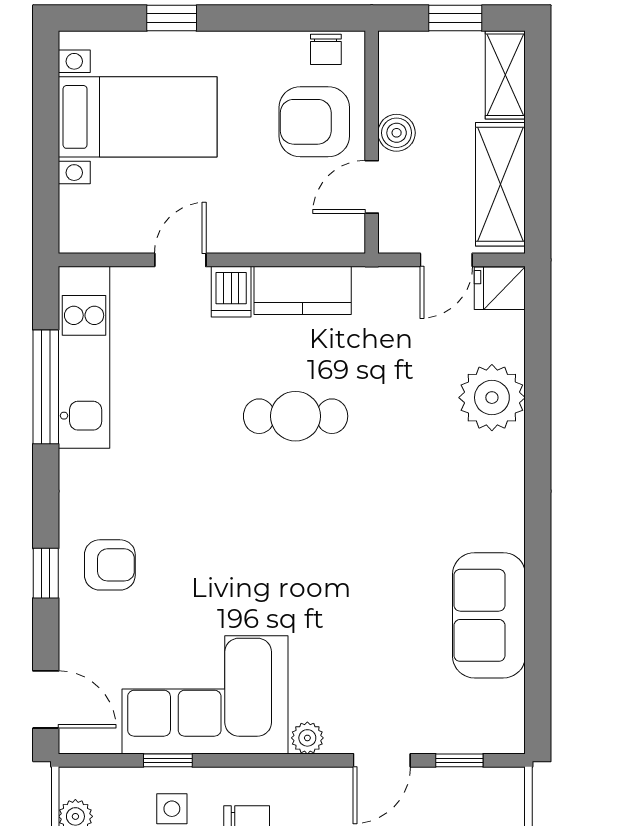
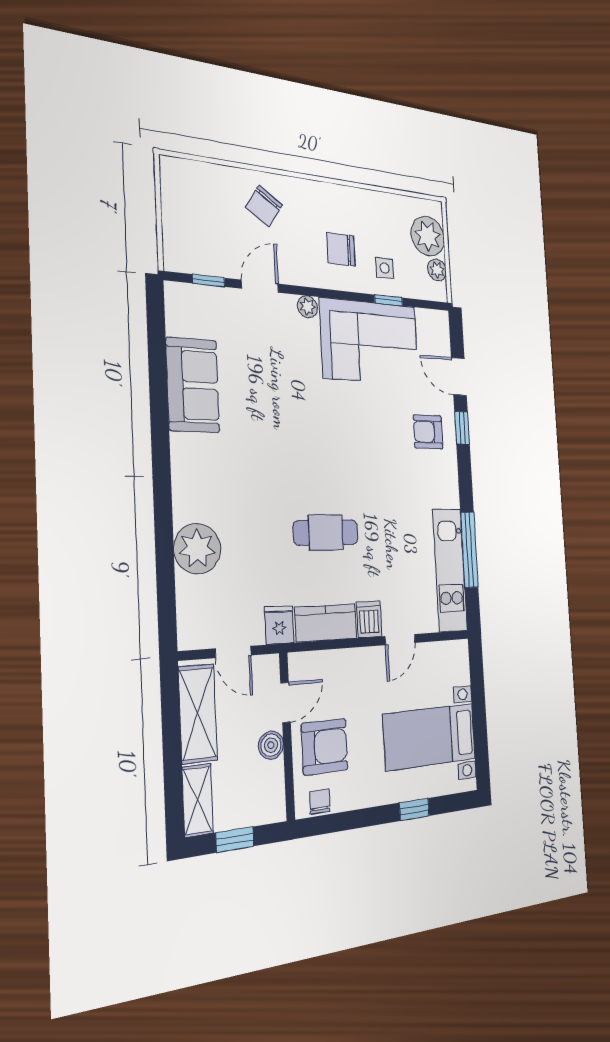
door: (446, 260) -> (233, 652), swing flipped
fridge: (500, 288) -> (279, 625), moved, turned -90
door: (46, 699) -> (459, 377), moved

